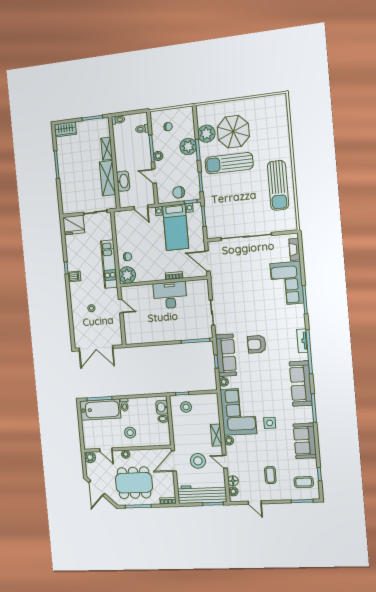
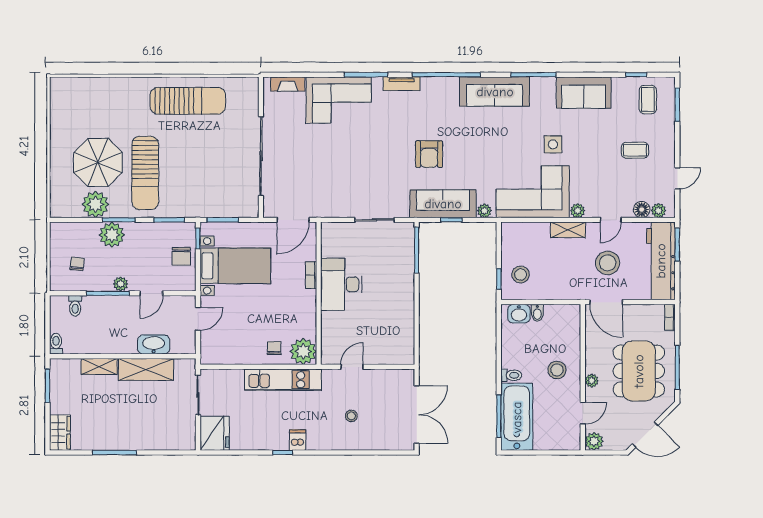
tv unit: (302, 341) -> (402, 84), moved

